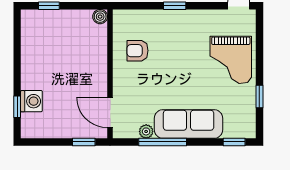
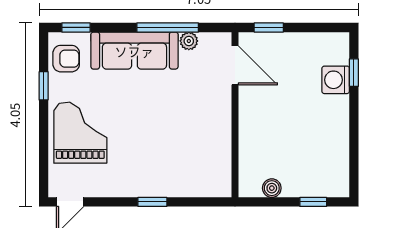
boiler: (100, 17) -> (272, 188), moved
armchair: (138, 51) -> (66, 59), moved

